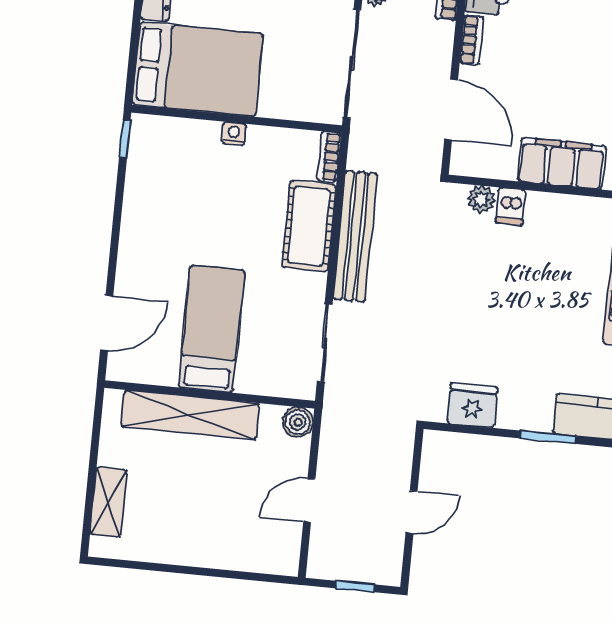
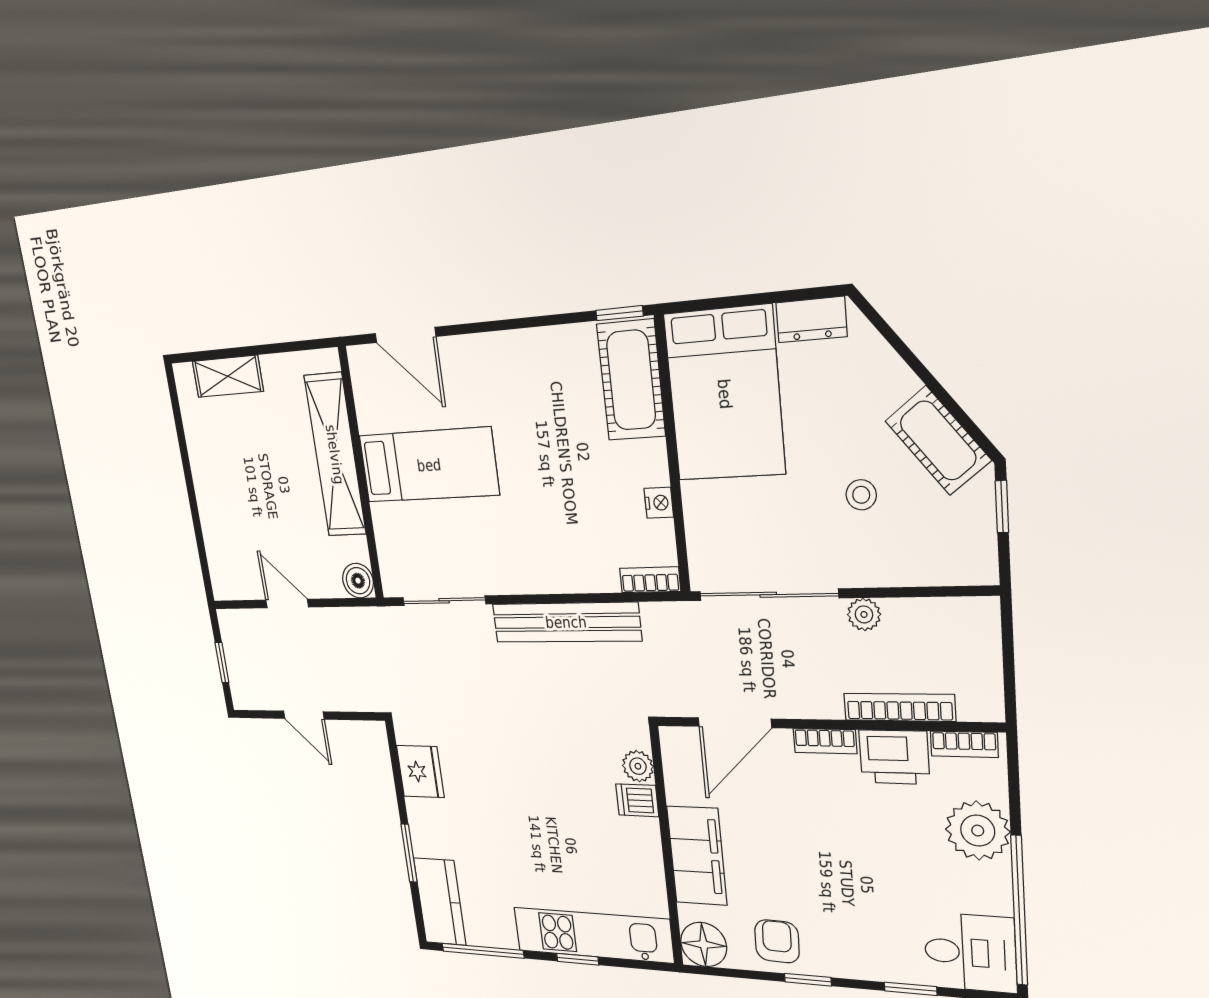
nightstand: (234, 134) -> (659, 503), moved
cot: (309, 226) -> (631, 380), moved, turned 90

